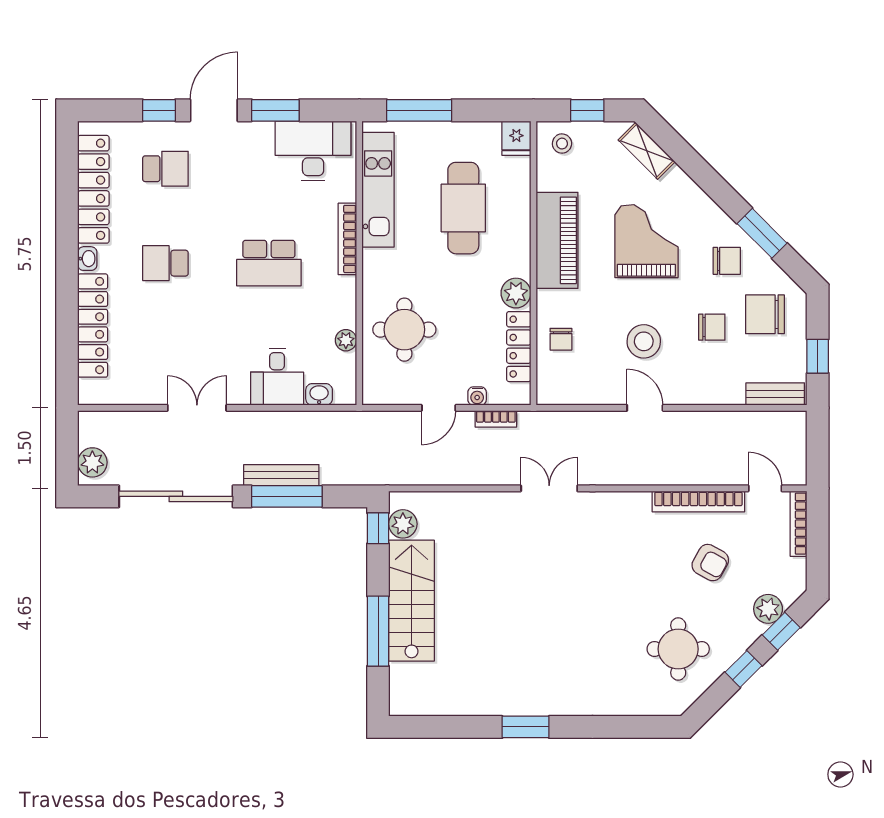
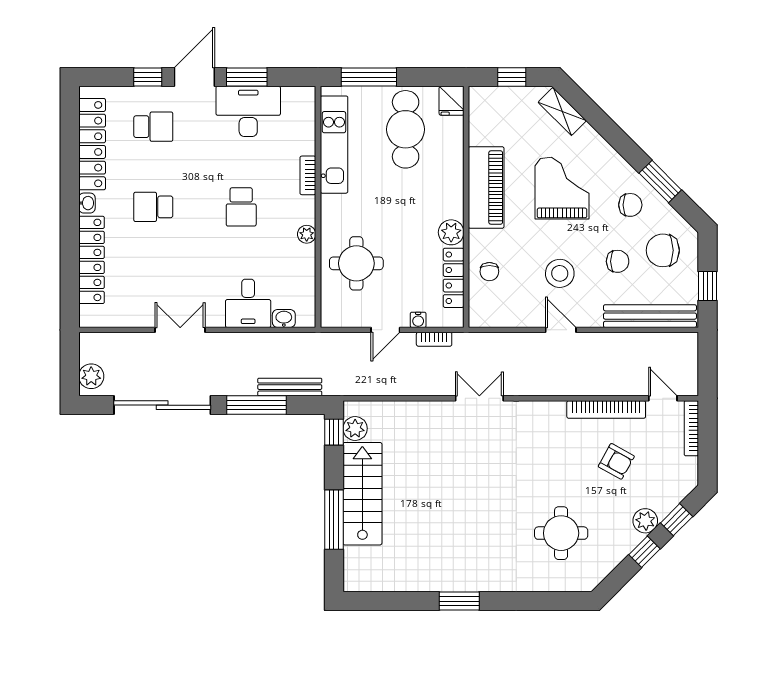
stool: (562, 144) -> (490, 105), removed
desk: (313, 151) -> (248, 111), moved
cafe table: (463, 208) -> (406, 129), moved
bookcase: (347, 239) -> (308, 175), width x0.64
school desk: (269, 263) -> (241, 207), width x0.54
plant: (346, 340) -> (307, 234), moved
bench: (775, 394) -> (650, 316), width x1.86, depth x1.21
bench: (281, 475) -> (290, 387), moved
plant: (768, 609) -> (645, 521), moved
round table: (678, 649) -> (561, 533), moved

